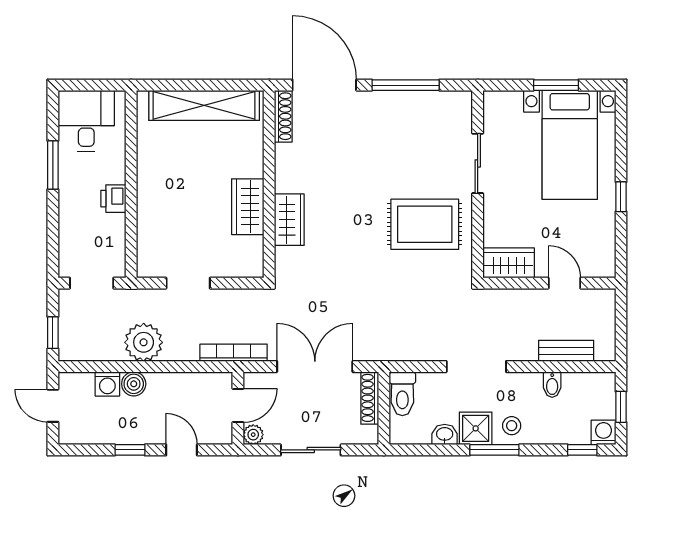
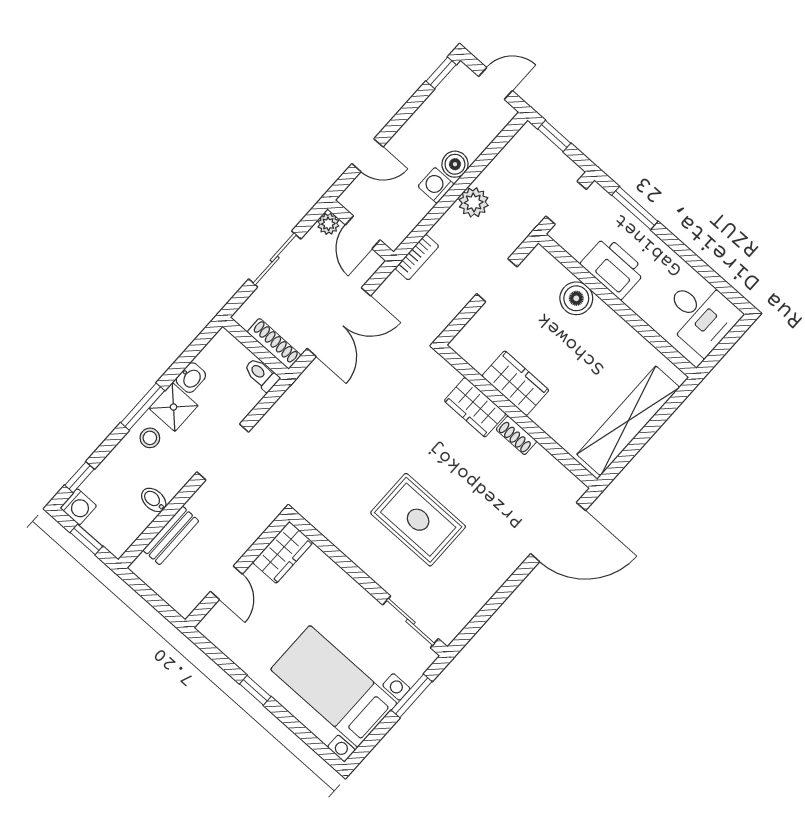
window: (406, 85) -> (500, 597), removed
window: (556, 85) -> (412, 696), moved
shoe rack: (283, 116) -> (516, 435), moved, width x0.70
sliding door: (478, 163) -> (411, 622), moved
window: (53, 165) -> (635, 208), moved
printer: (113, 199) -> (613, 268), width x1.87, depth x1.48
boiler: (151, 217) -> (576, 298), added
rug: (425, 224) -> (418, 520), moved, turned 90
door: (564, 283) -> (226, 583), hinge flipped
plant: (144, 342) -> (474, 202), width x0.73, depth x0.73
bookcase: (234, 353) -> (417, 257), width x0.64
washing machine: (107, 384) -> (436, 185), moved
toilet: (402, 394) -> (262, 375), width x0.73, depth x0.72
window: (130, 450) -> (441, 73), moved

